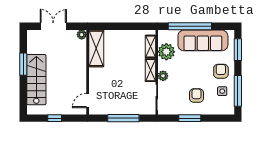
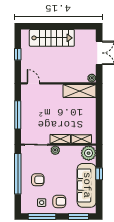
window: (190, 26) -> (99, 174), width x0.32
plant: (166, 52) -> (89, 153), moved
window: (23, 64) -> (66, 26), removed
window: (190, 118) -> (18, 174), width x2.11

